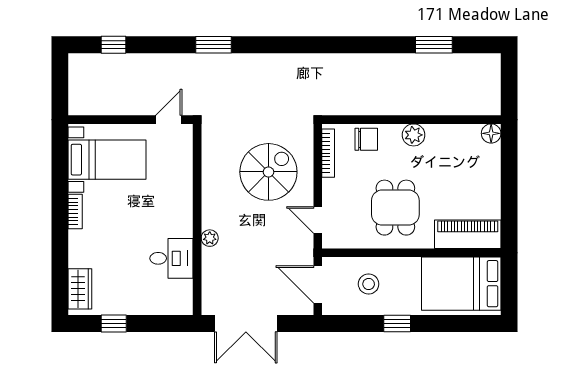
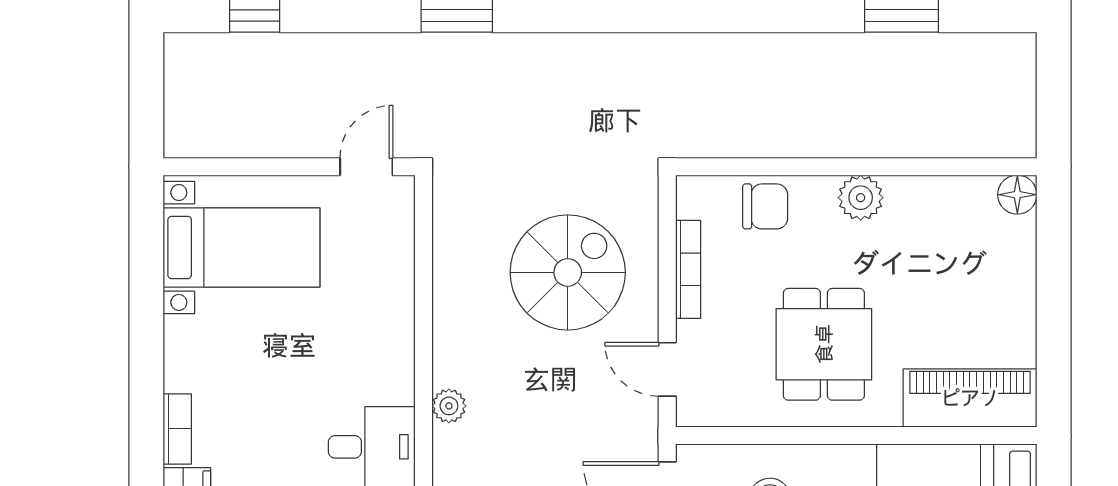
bookcase: (328, 153) -> (688, 269), moved
bookcase: (75, 212) -> (177, 429), moved

